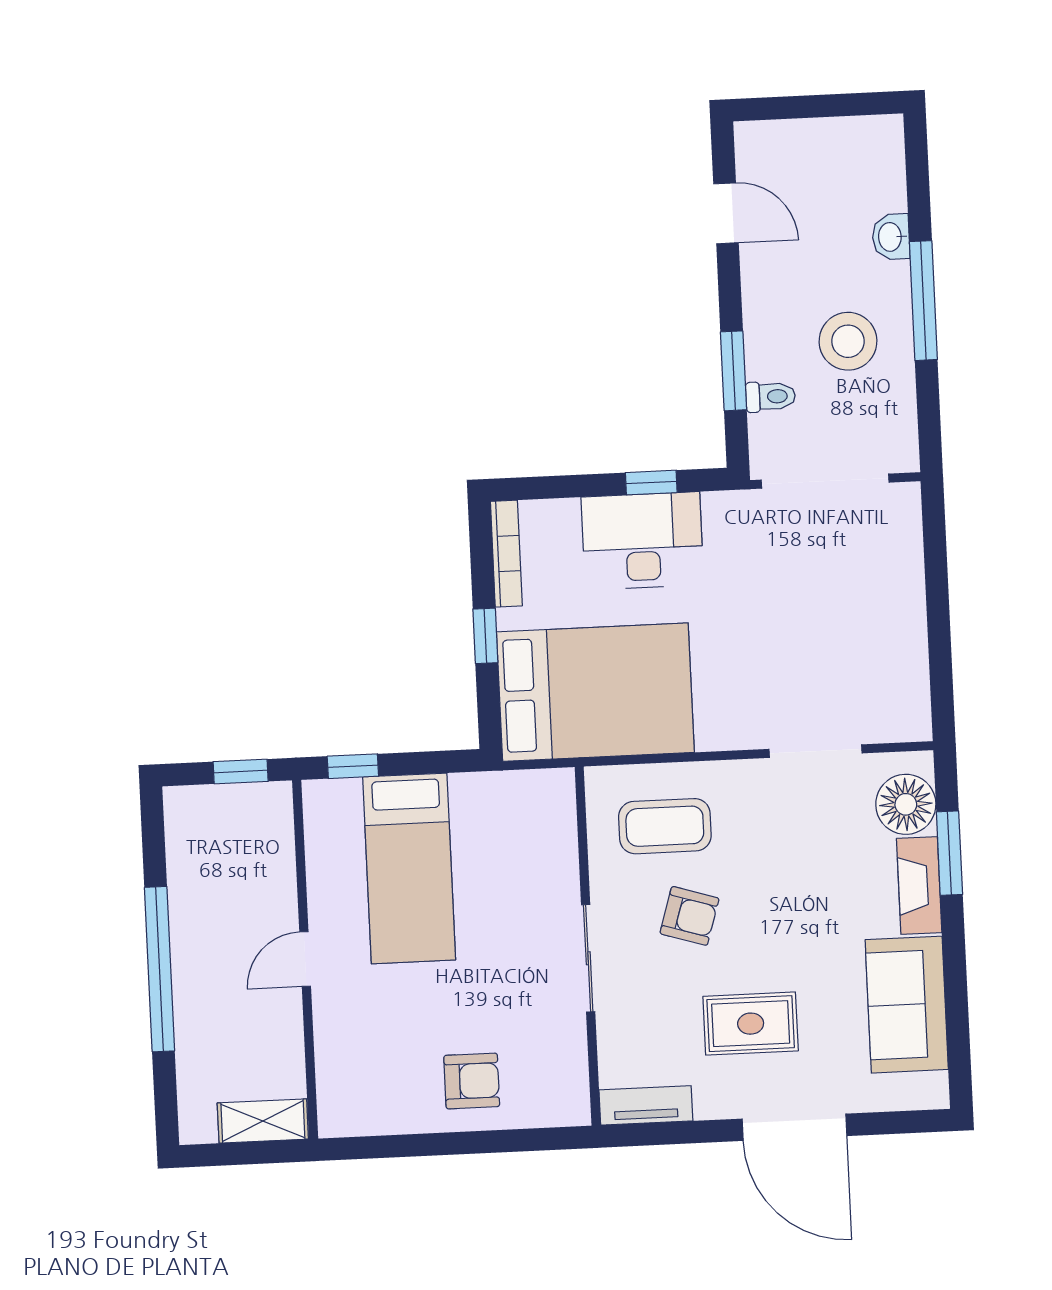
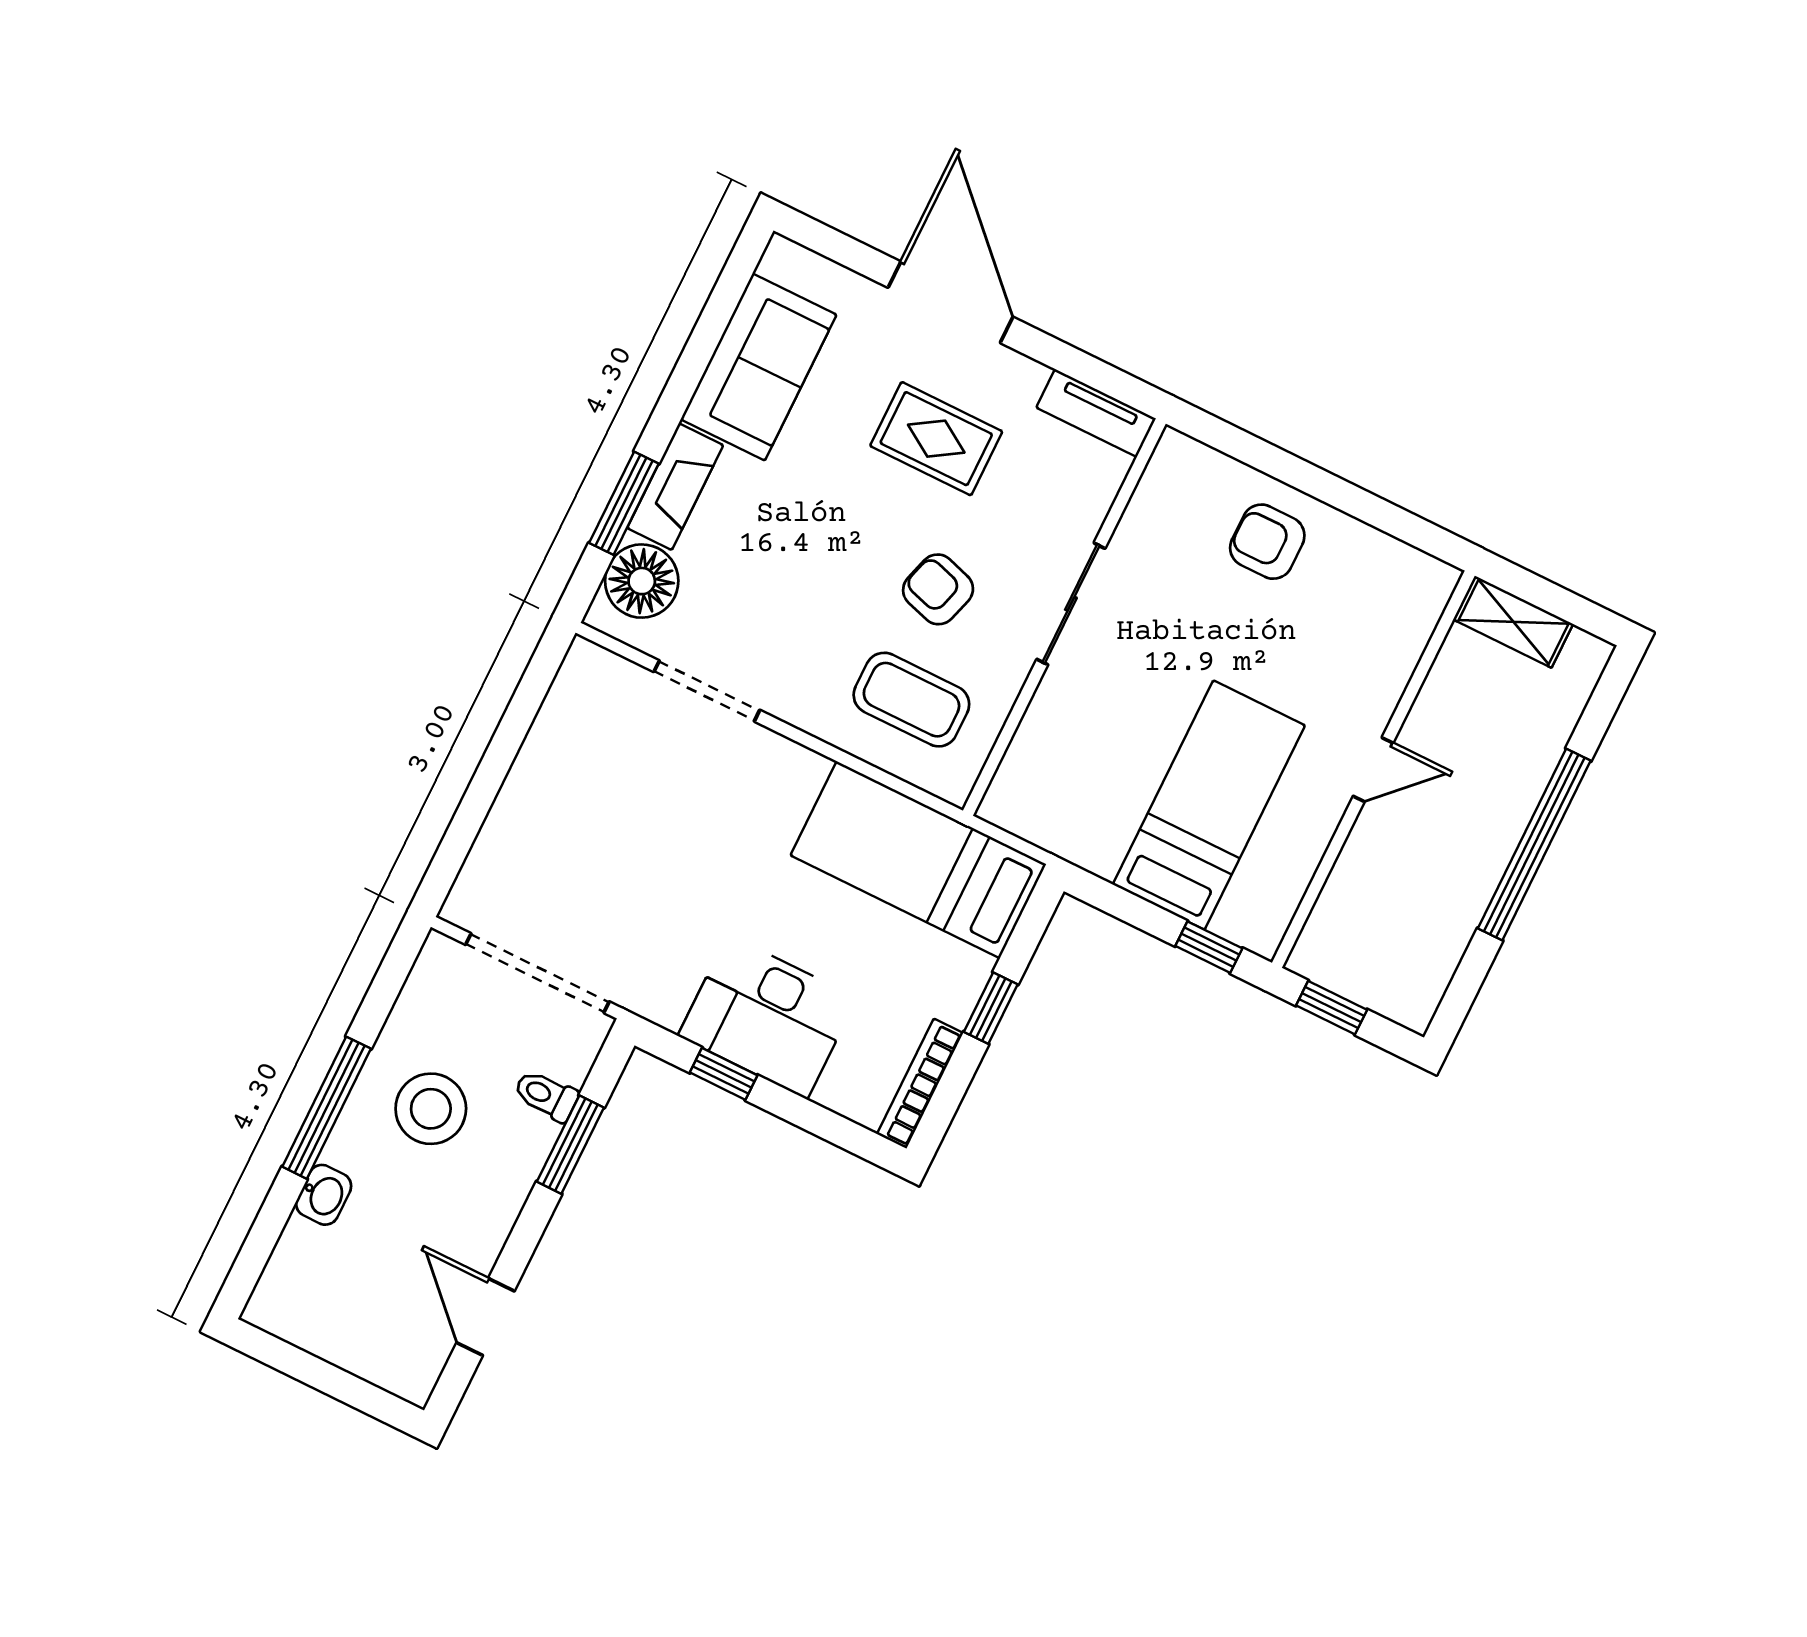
bed: (595, 692) -> (918, 860), width x0.67

